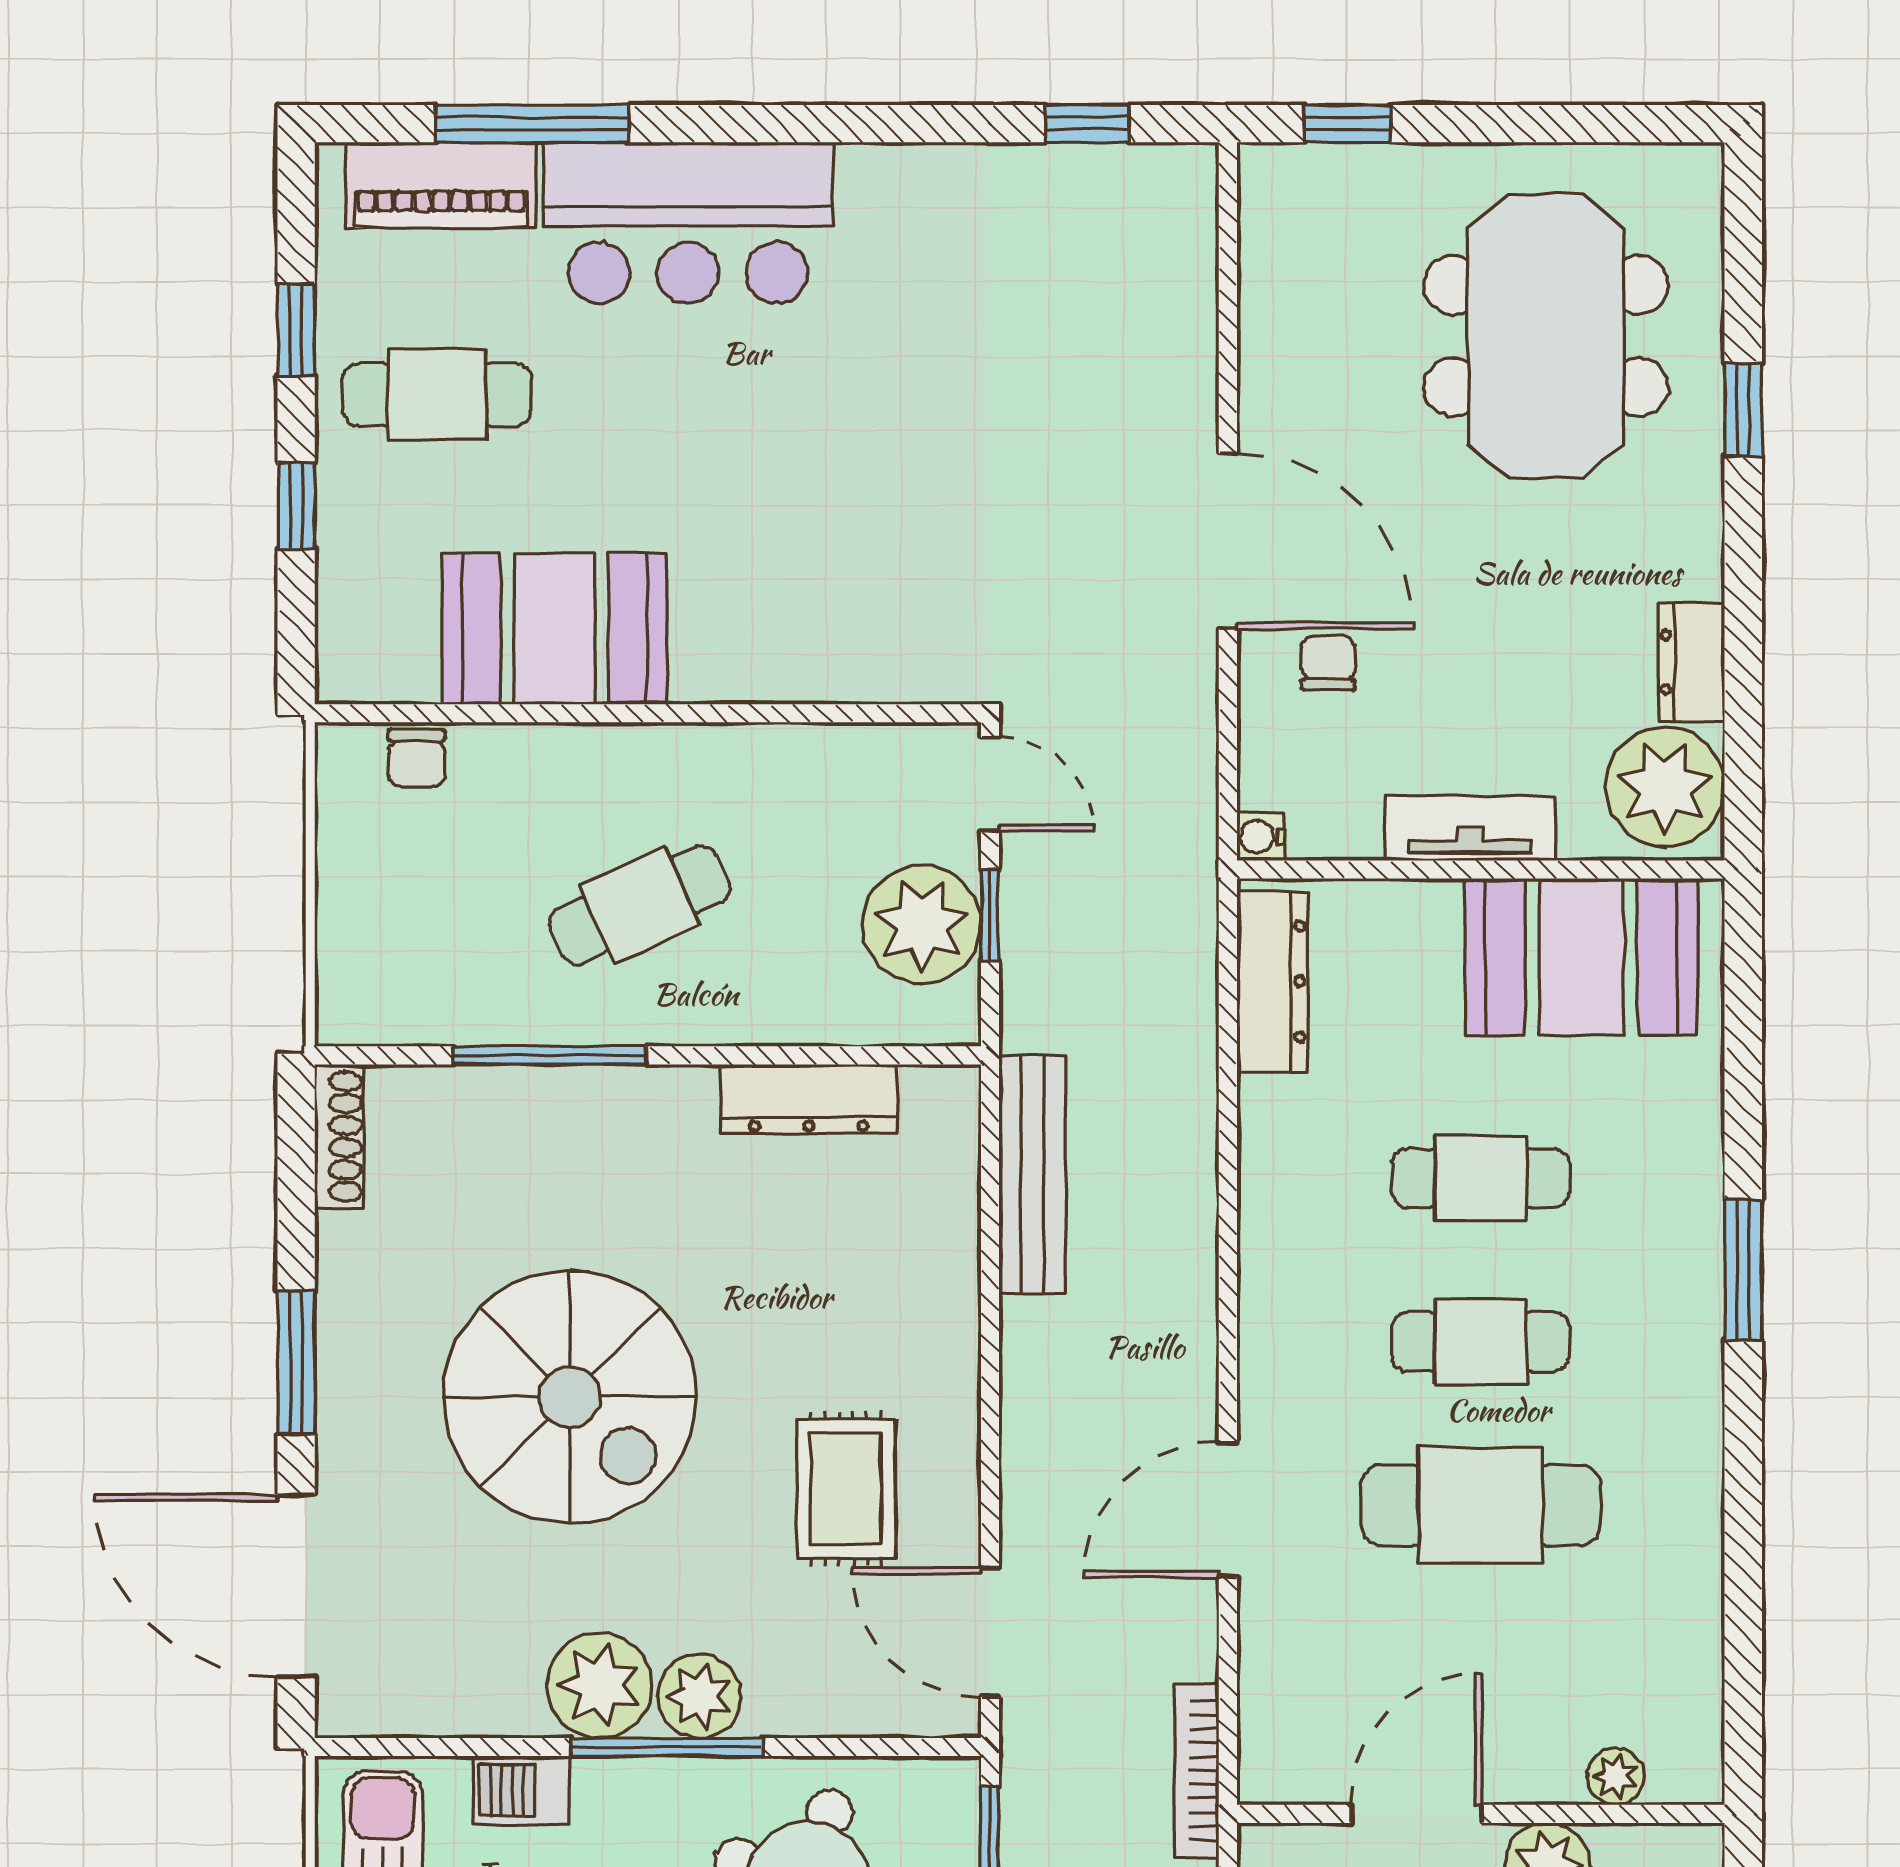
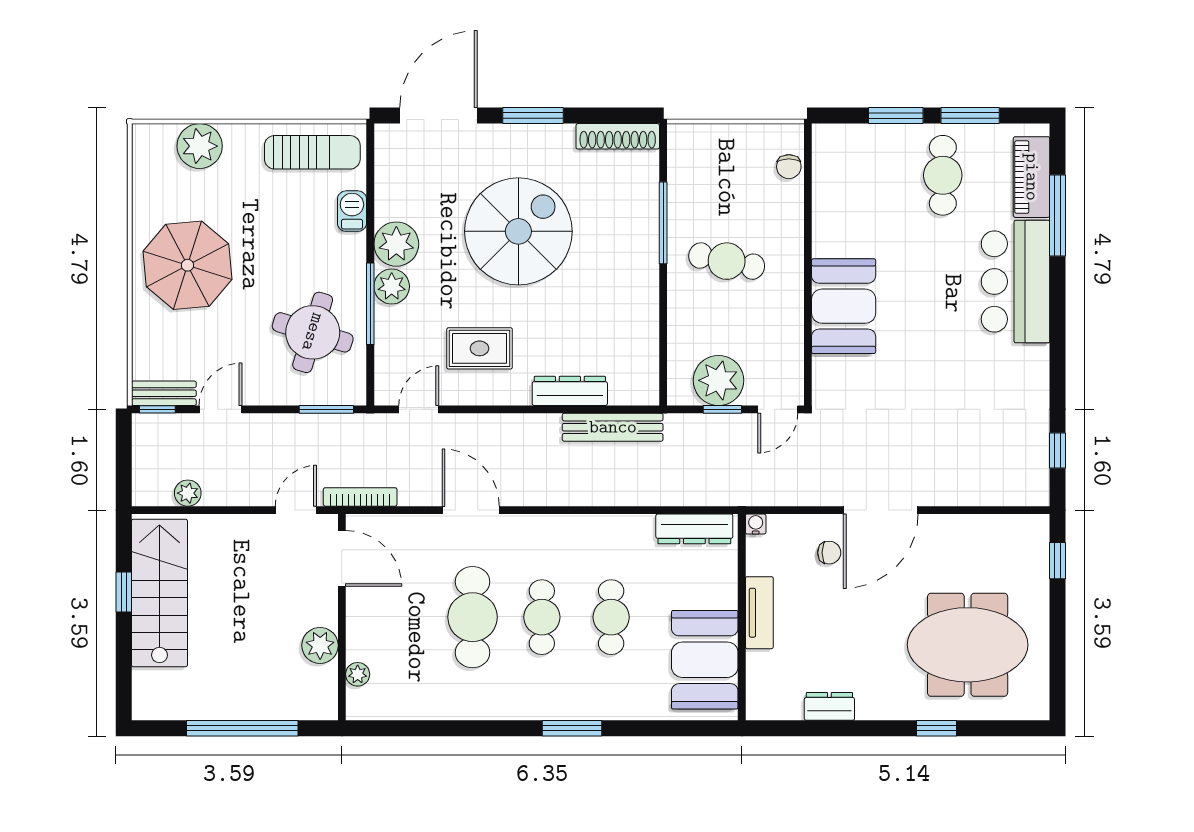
window: (296, 330) -> (970, 116), width x1.50
window: (296, 506) -> (896, 116), width x1.50
booth: (555, 629) -> (844, 306), moved
chair: (417, 758) -> (789, 167), turned -90
plant: (1665, 787) -> (777, 695), removed
cafe table: (640, 905) -> (727, 261), turned -54
dresser: (809, 1099) -> (570, 391), moved, turned 90
shoe rack: (339, 1137) -> (618, 136), width x1.36, depth x1.24
spiral stairs: (570, 1397) -> (518, 231), turned 180
door: (990, 1632) -> (419, 409), width x0.73
window: (667, 1747) -> (370, 304), moved
door: (1416, 1814) -> (342, 558), moved

